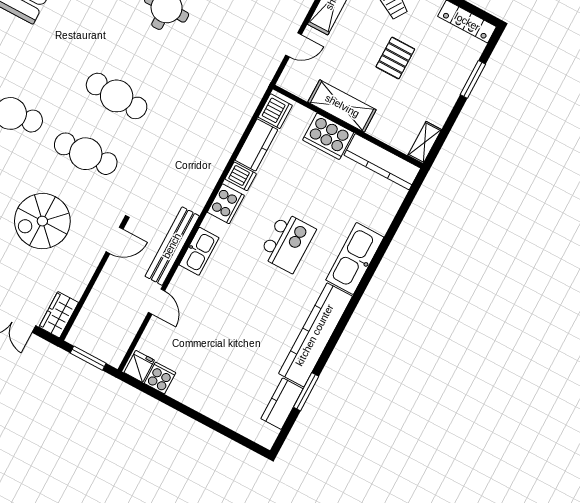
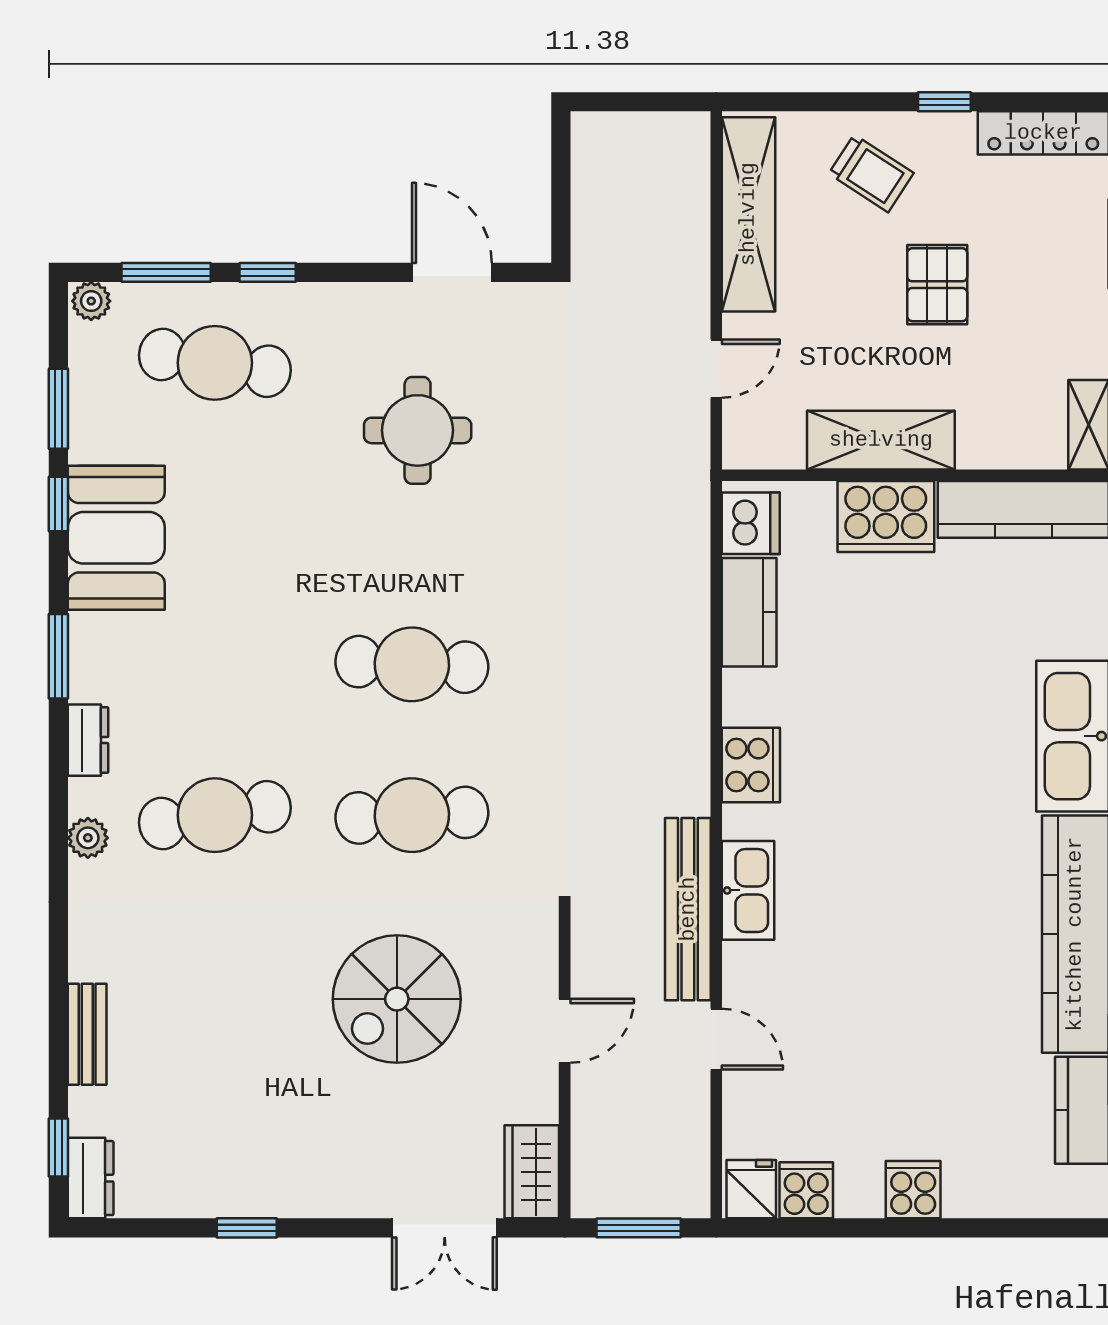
dishwasher: (241, 176) -> (751, 693), removed
door: (115, 240) -> (565, 1031), moved
kitchen island: (288, 243) -> (918, 777), removed
cooker: (201, 400) -> (913, 1190), added

